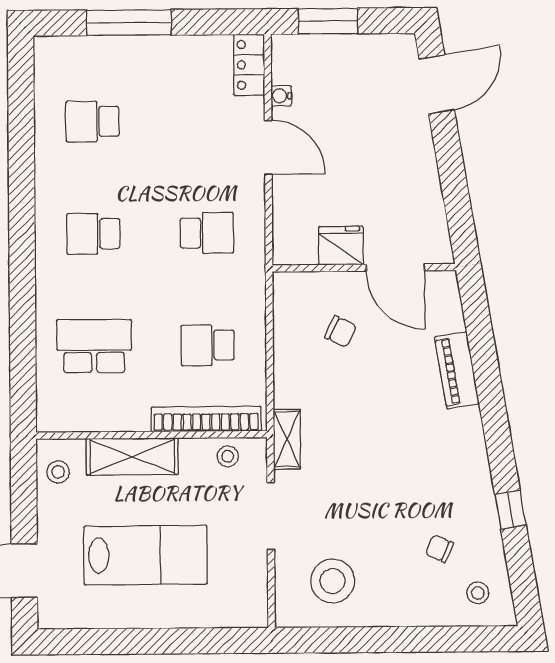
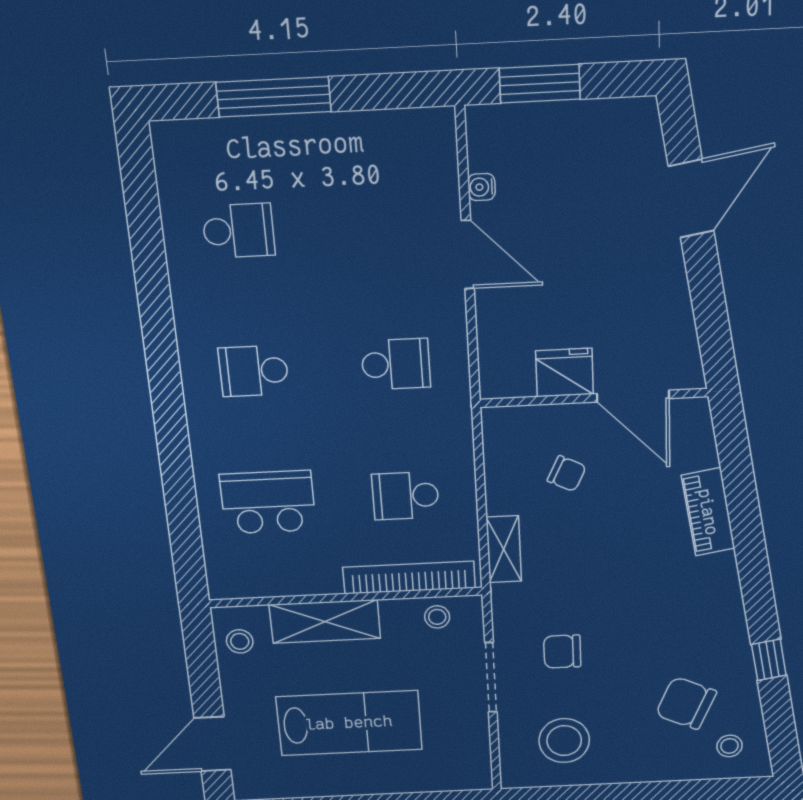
locker: (249, 65) -> (437, 148), removed
door: (437, 84) -> (691, 199), moved
school desk: (93, 121) -> (238, 231), turned 180
shelving: (287, 439) -> (504, 549), moved
chair: (333, 494) -> (562, 652), added
chair: (439, 549) -> (686, 703), width x1.87, depth x1.87

